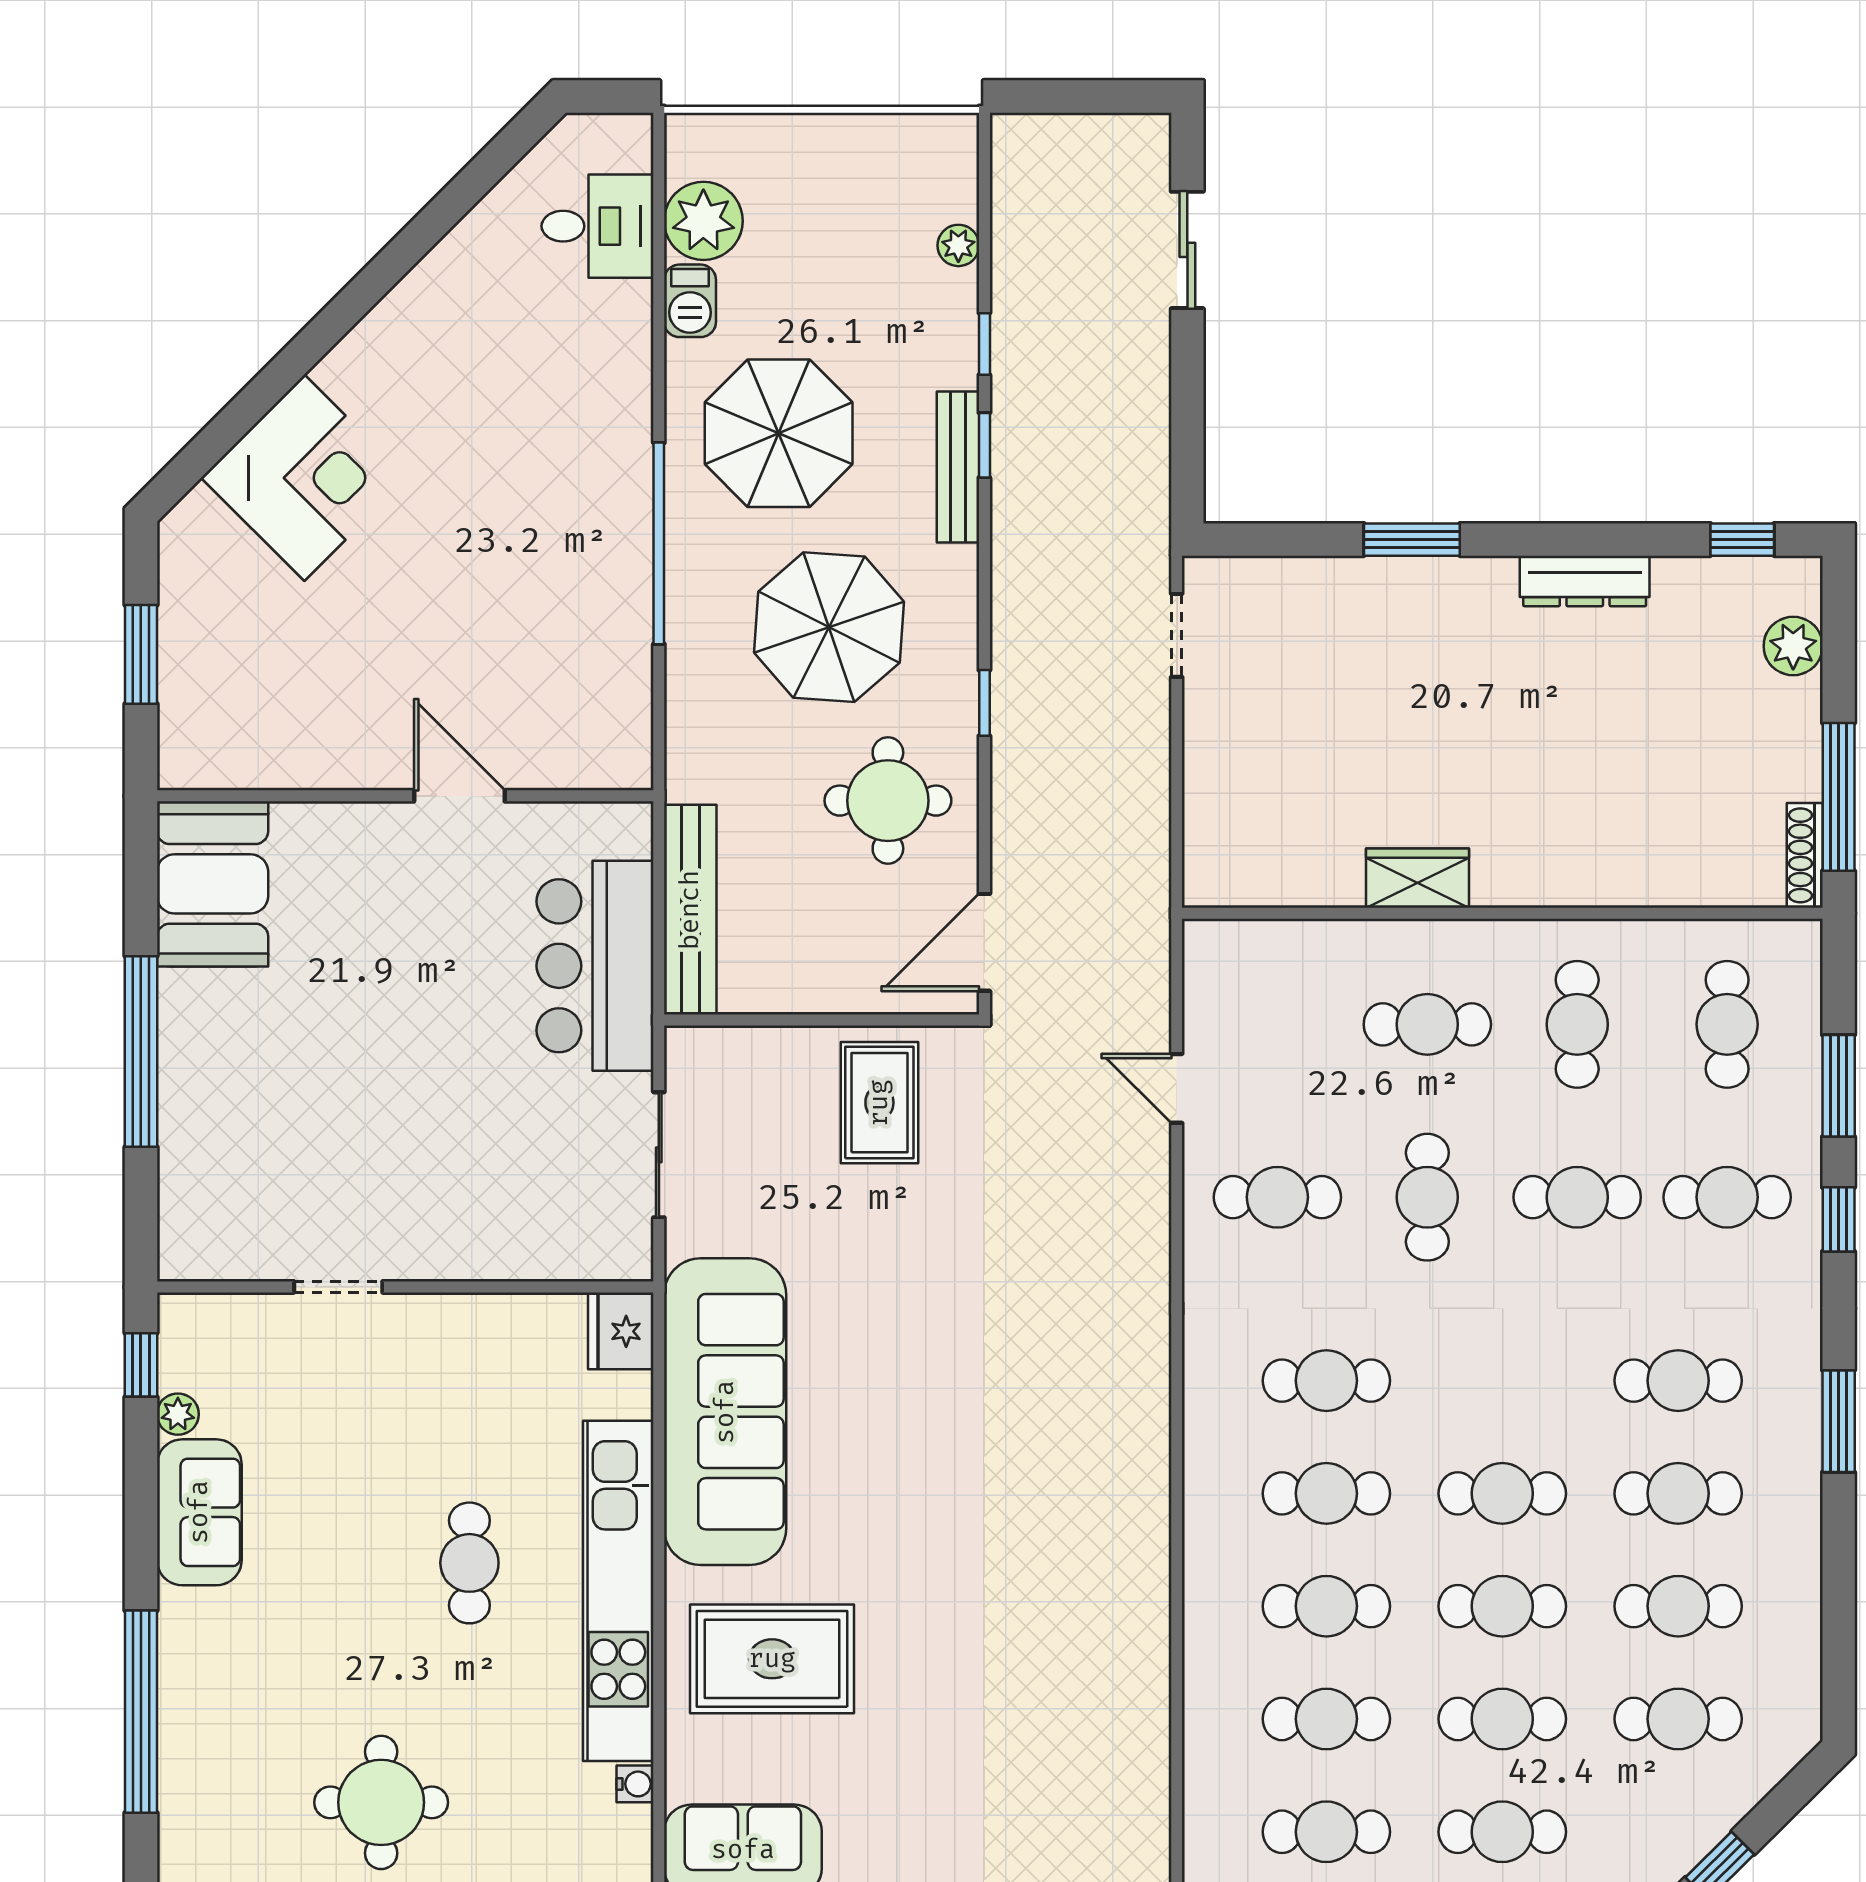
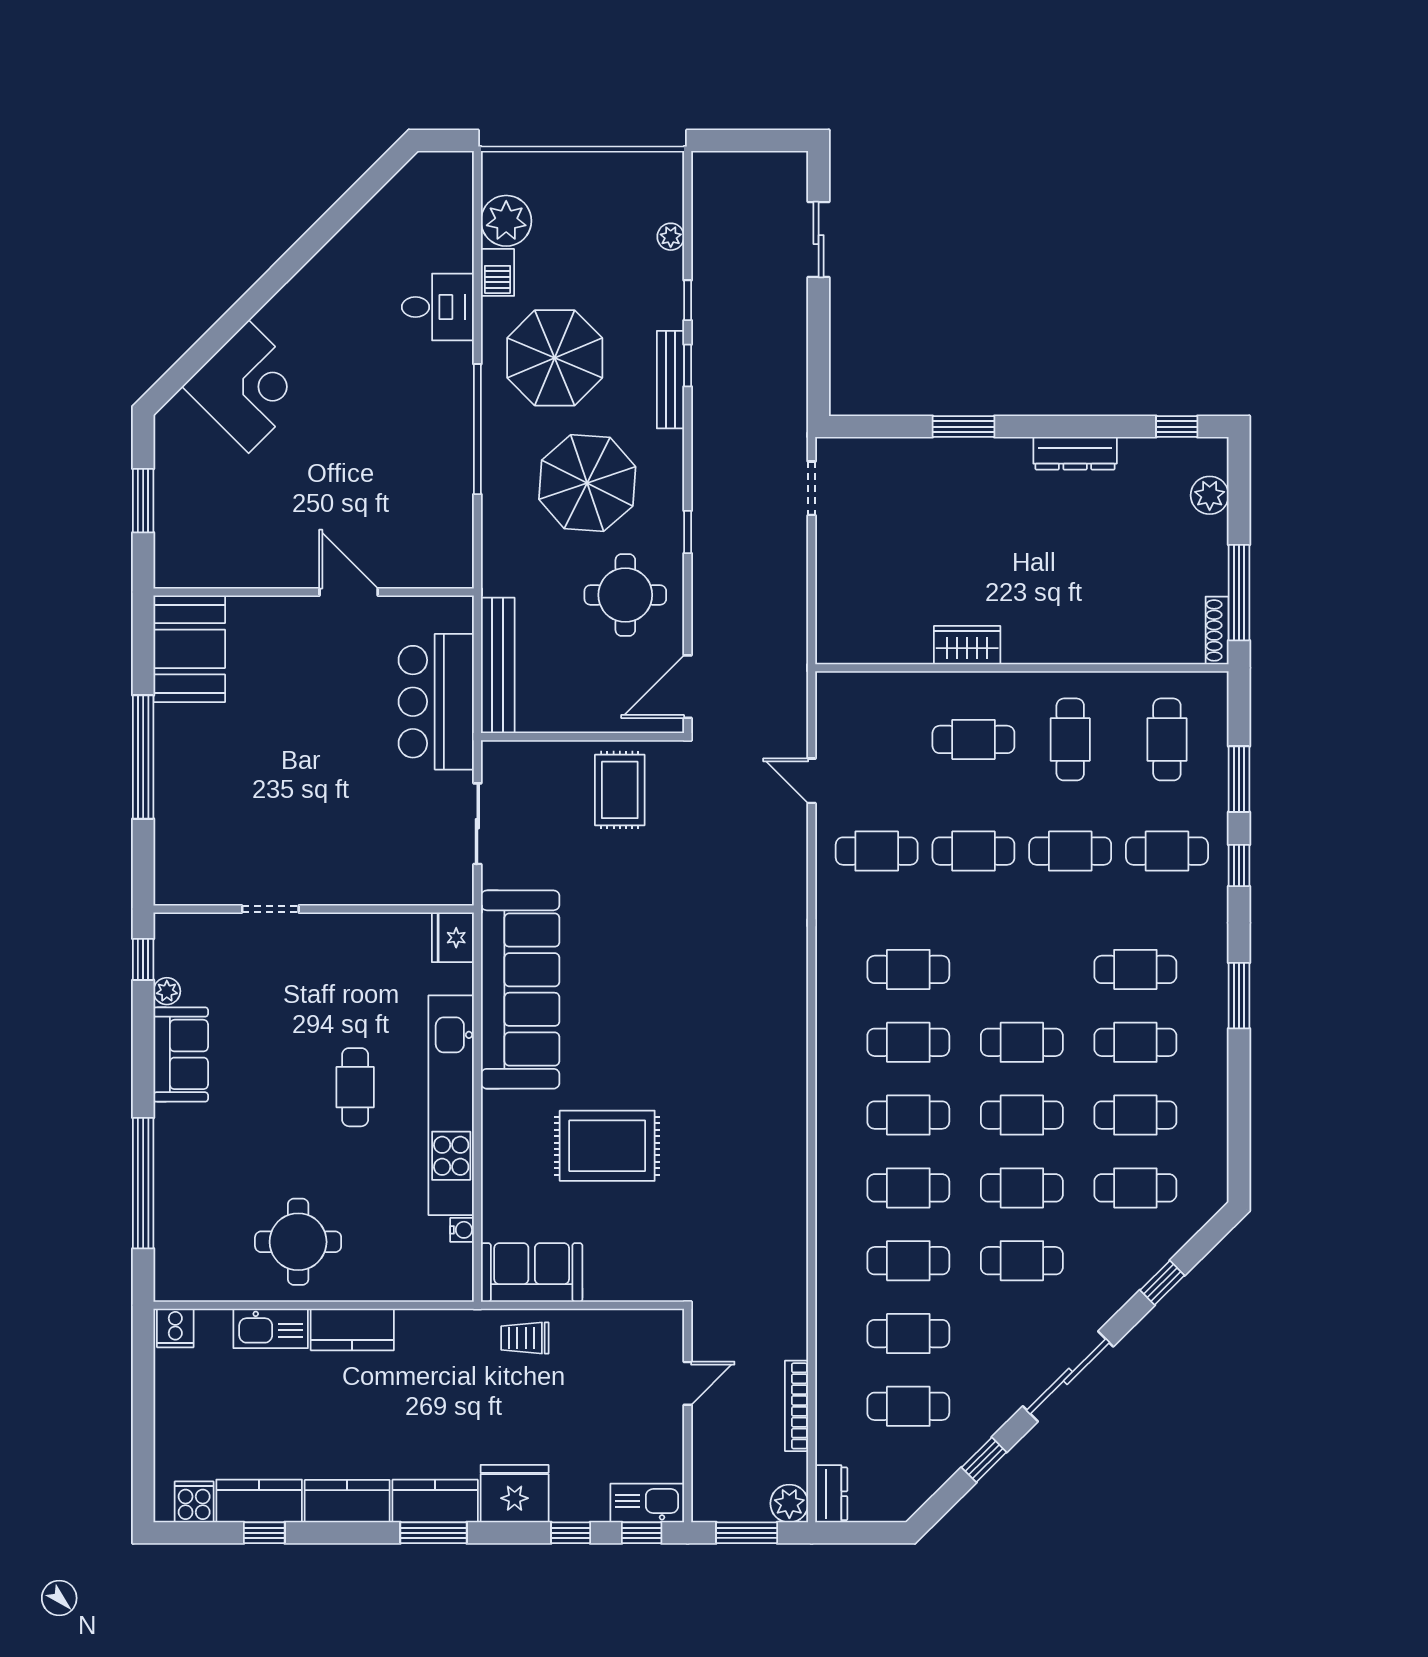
desk: (598, 226) -> (438, 307), moved
cafe table: (1427, 1197) -> (973, 851), turned 90
rug: (772, 1659) -> (607, 1146), moved

